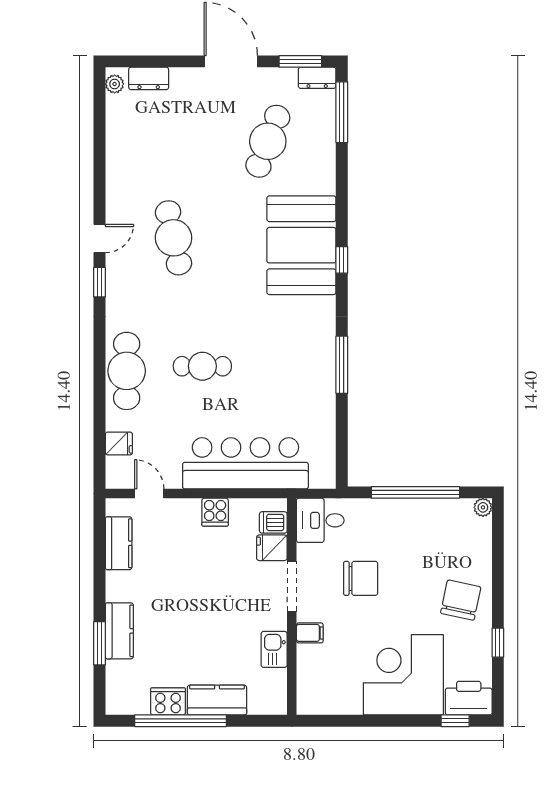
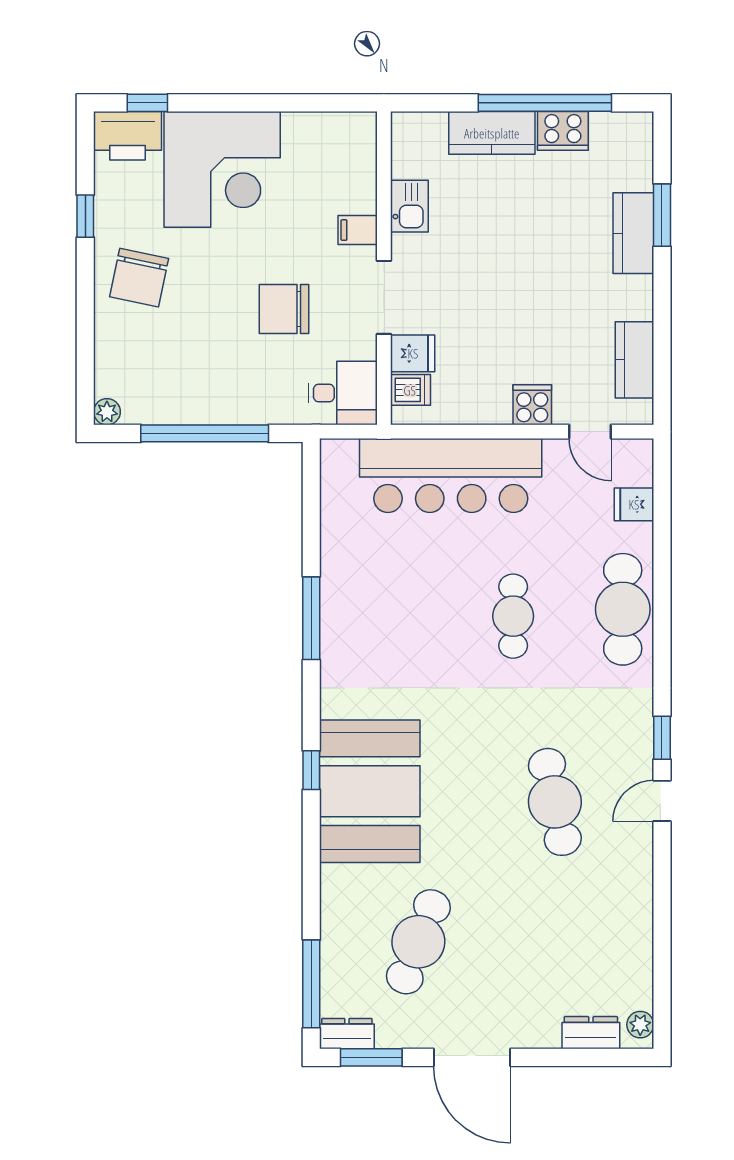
cafe table: (202, 366) -> (513, 616), turned 90
cooker: (215, 512) -> (532, 405), moved

